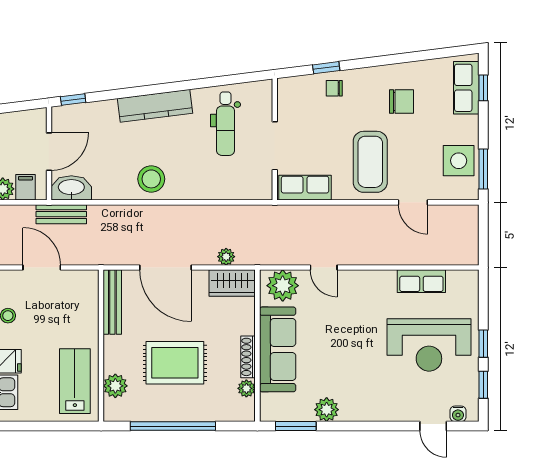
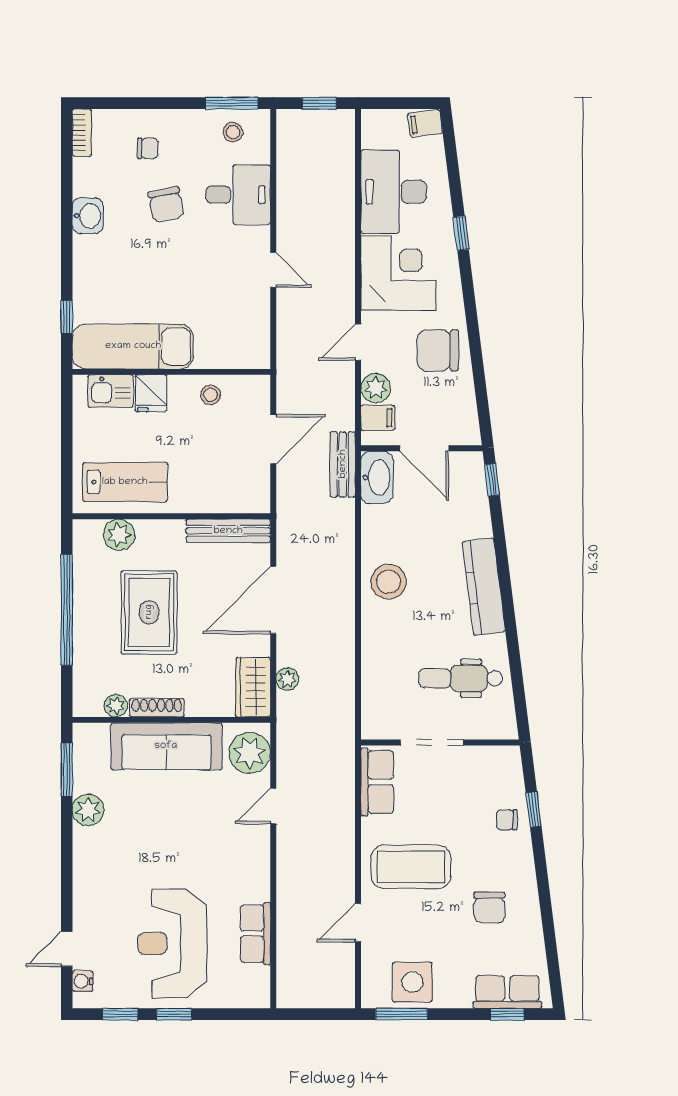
chair: (334, 88) -> (507, 820), turned -90

